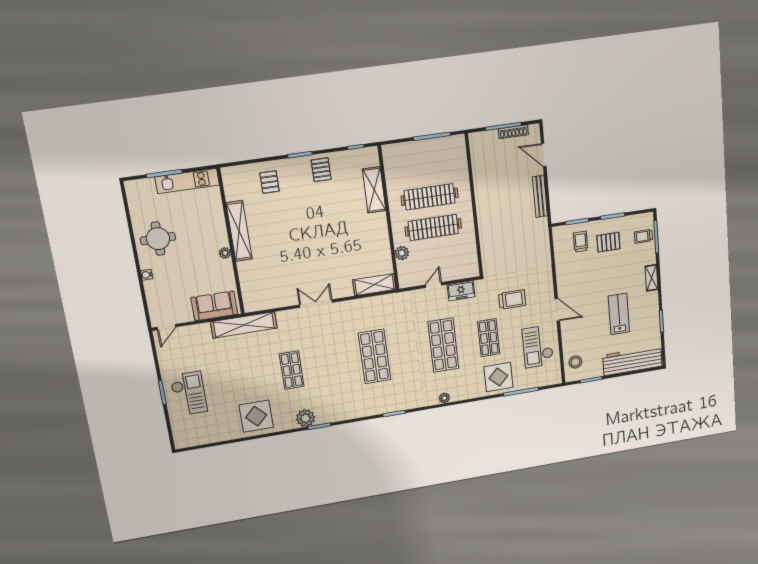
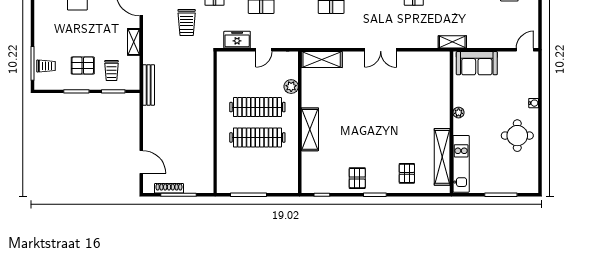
kitchen unit: (187, 181) -> (461, 164), moved, turned 90
shelving: (374, 190) -> (310, 129), moved
bench: (540, 196) -> (149, 85), moved
shelving: (239, 231) -> (442, 157), moved
shelving: (652, 278) -> (134, 42), moved
trolley: (512, 299) -> (187, 22), turned -90
shelving: (244, 325) -> (452, 42), width x0.45, depth x0.75

